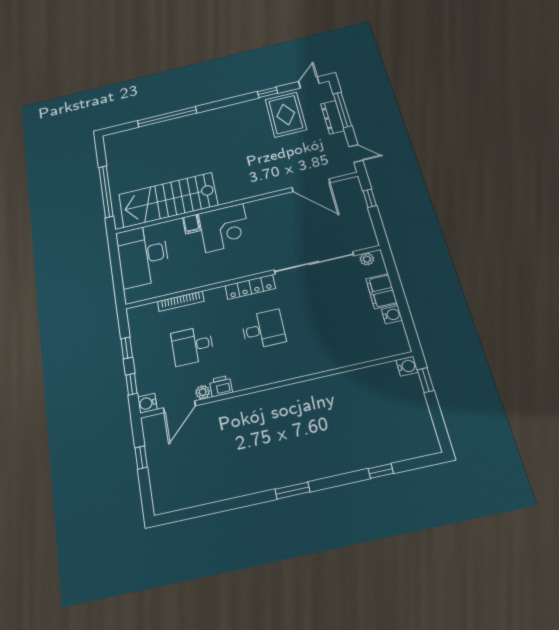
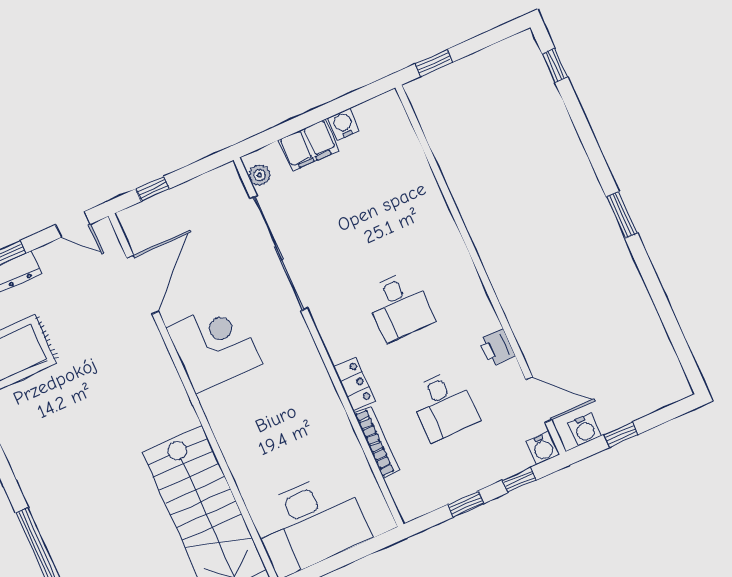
door: (356, 153) -> (73, 224), swing flipped
filing cabinet: (191, 224) -> (242, 461), removed
corner desk: (224, 228) -> (214, 346), moved
locker: (250, 287) -> (354, 384), moved, width x0.66
desk: (263, 329) -> (400, 306), turned 180
water cooler: (407, 366) -> (585, 430), moved, turned 180
plant: (203, 392) -> (511, 372), removed
window: (381, 471) -> (555, 65), moved

